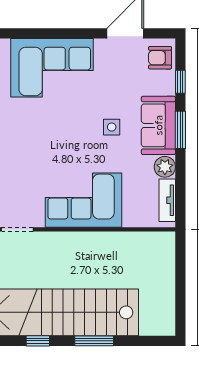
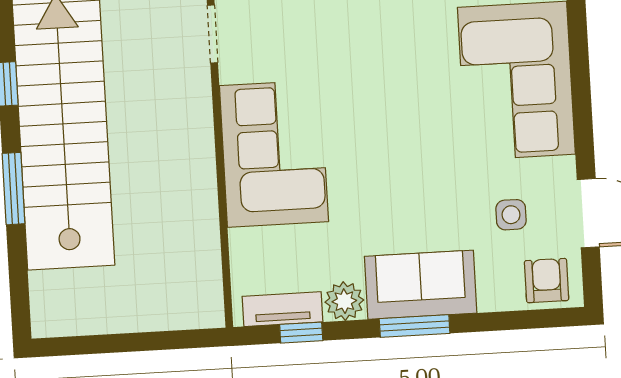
window: (180, 82) -> (301, 333), moved
side table: (112, 127) -> (511, 215), moved

